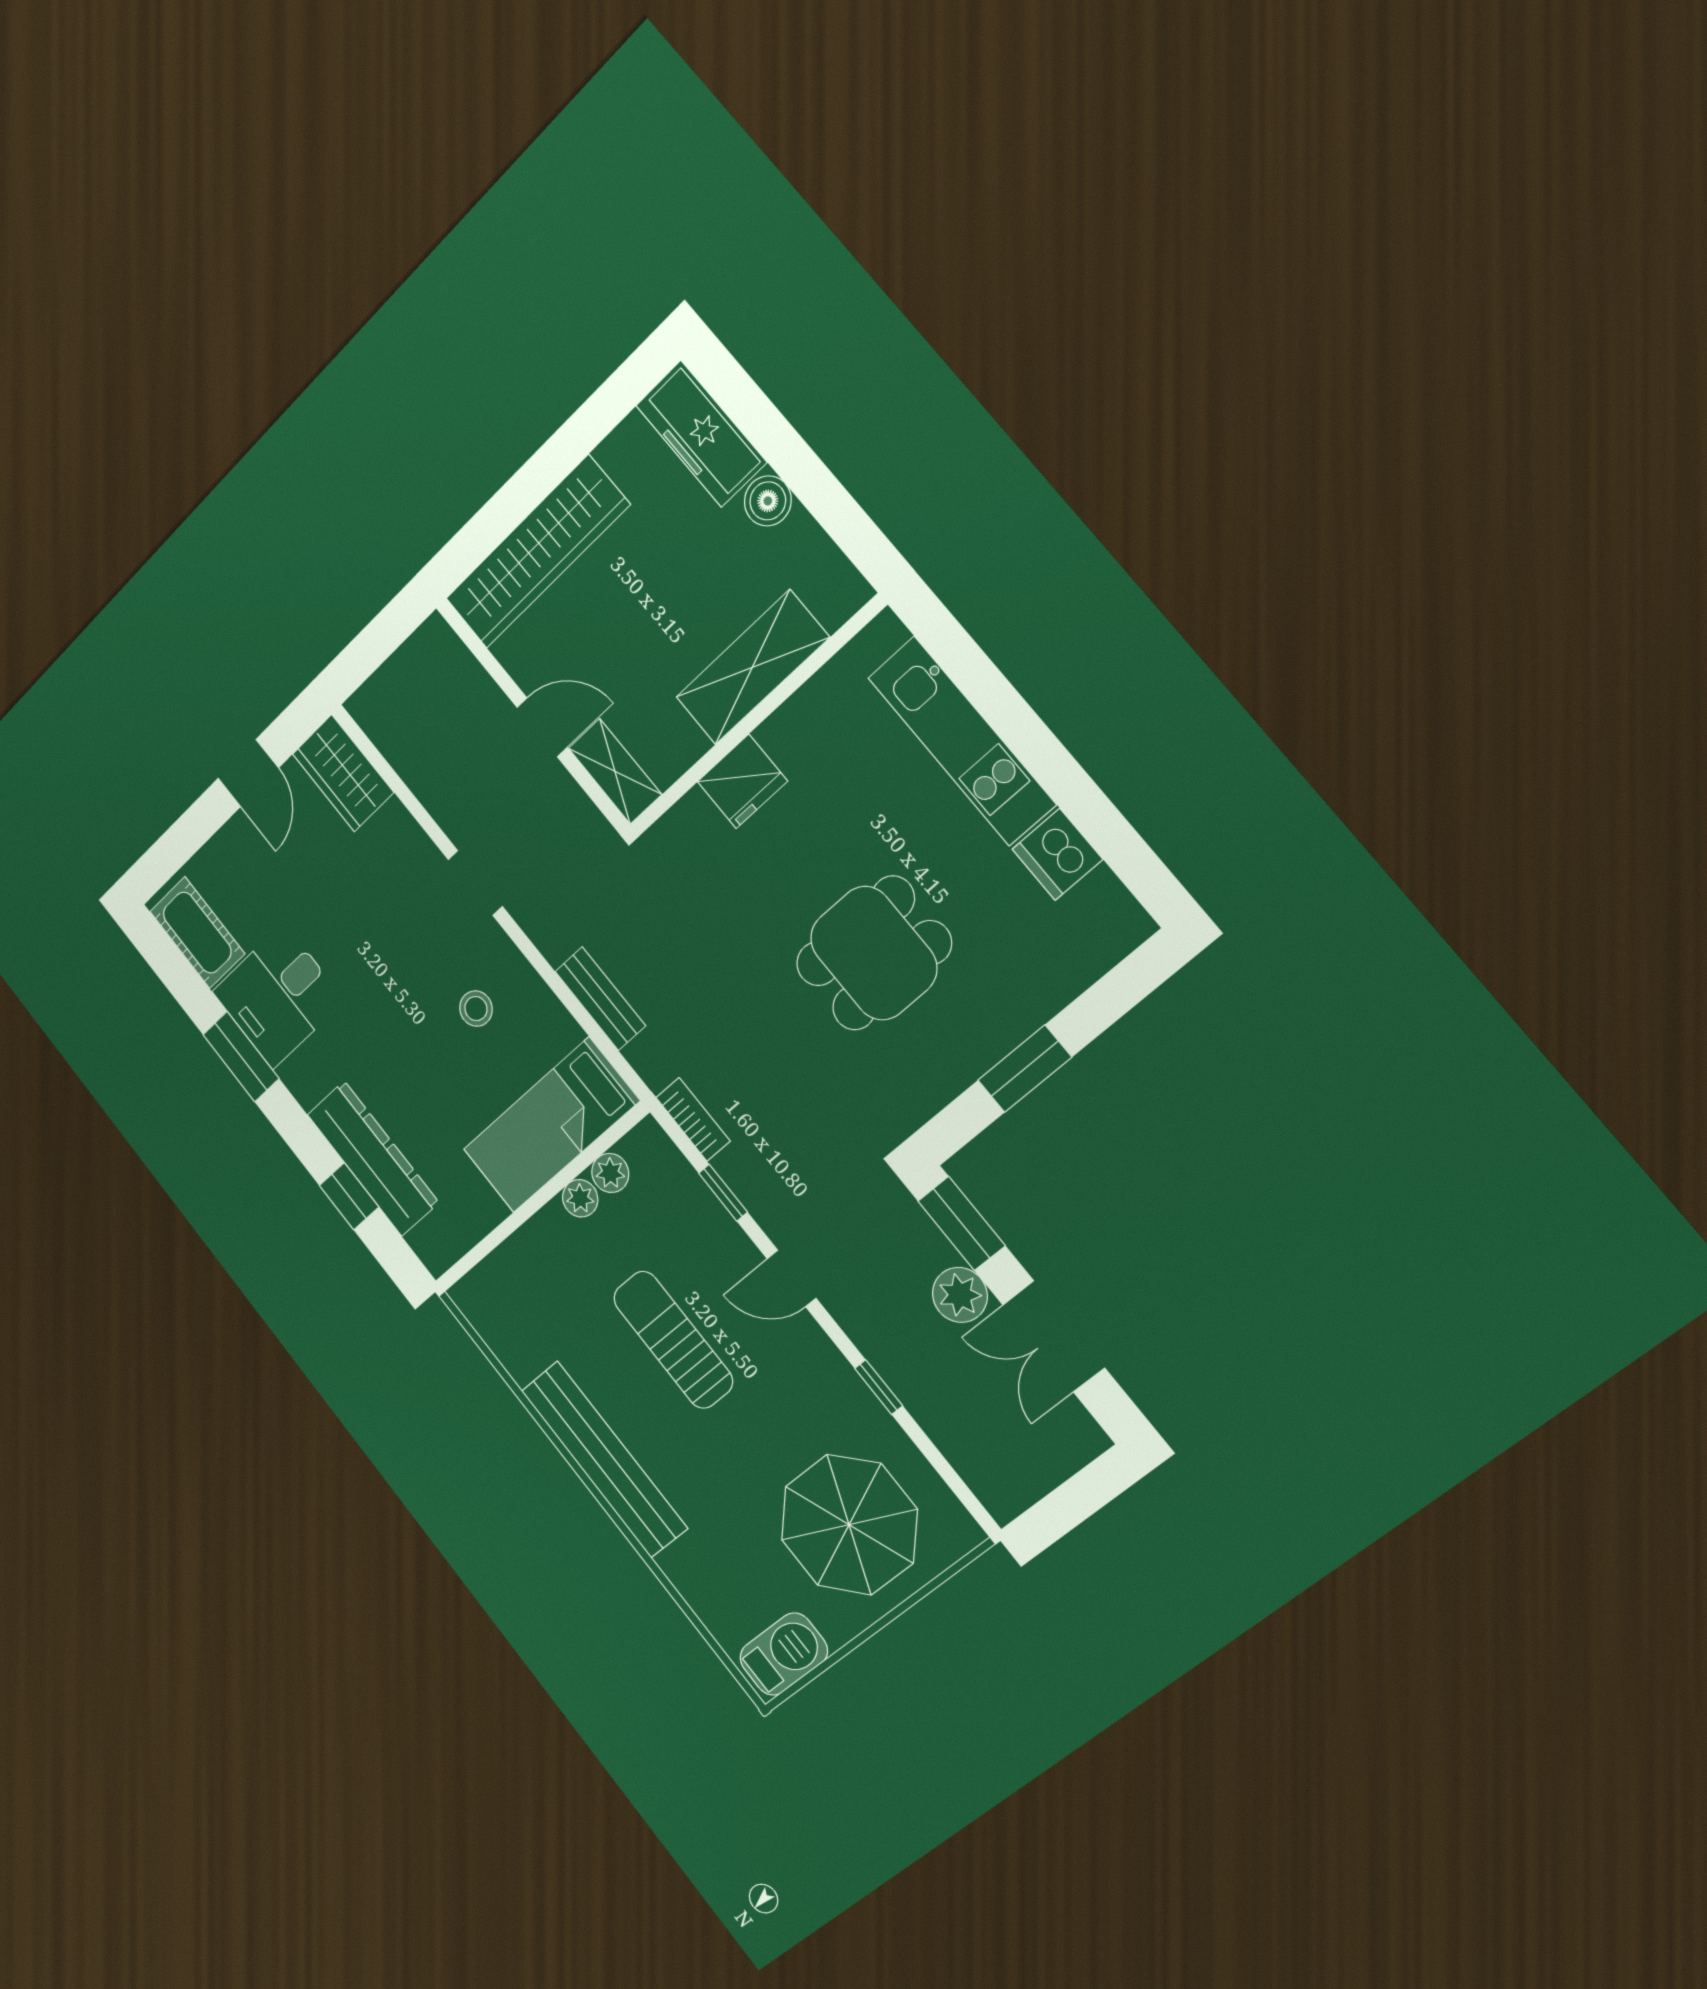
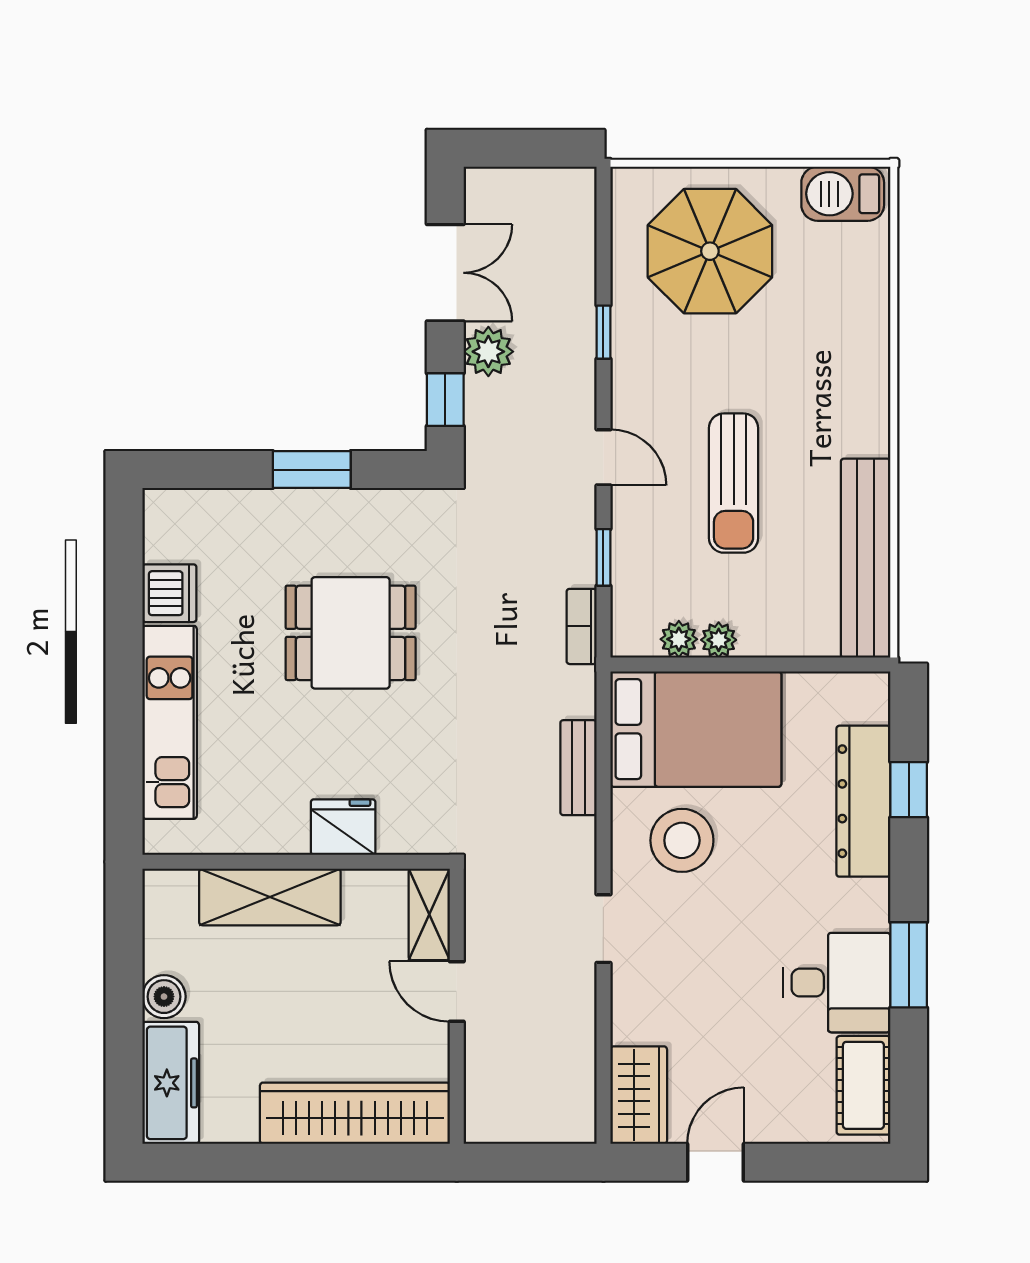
stool: (476, 1009) -> (682, 840), width x1.89, depth x1.89
bed: (551, 1125) -> (696, 729), width x1.50
window: (962, 1223) -> (445, 400), width x0.67
bench: (604, 1459) -> (866, 558), moved

